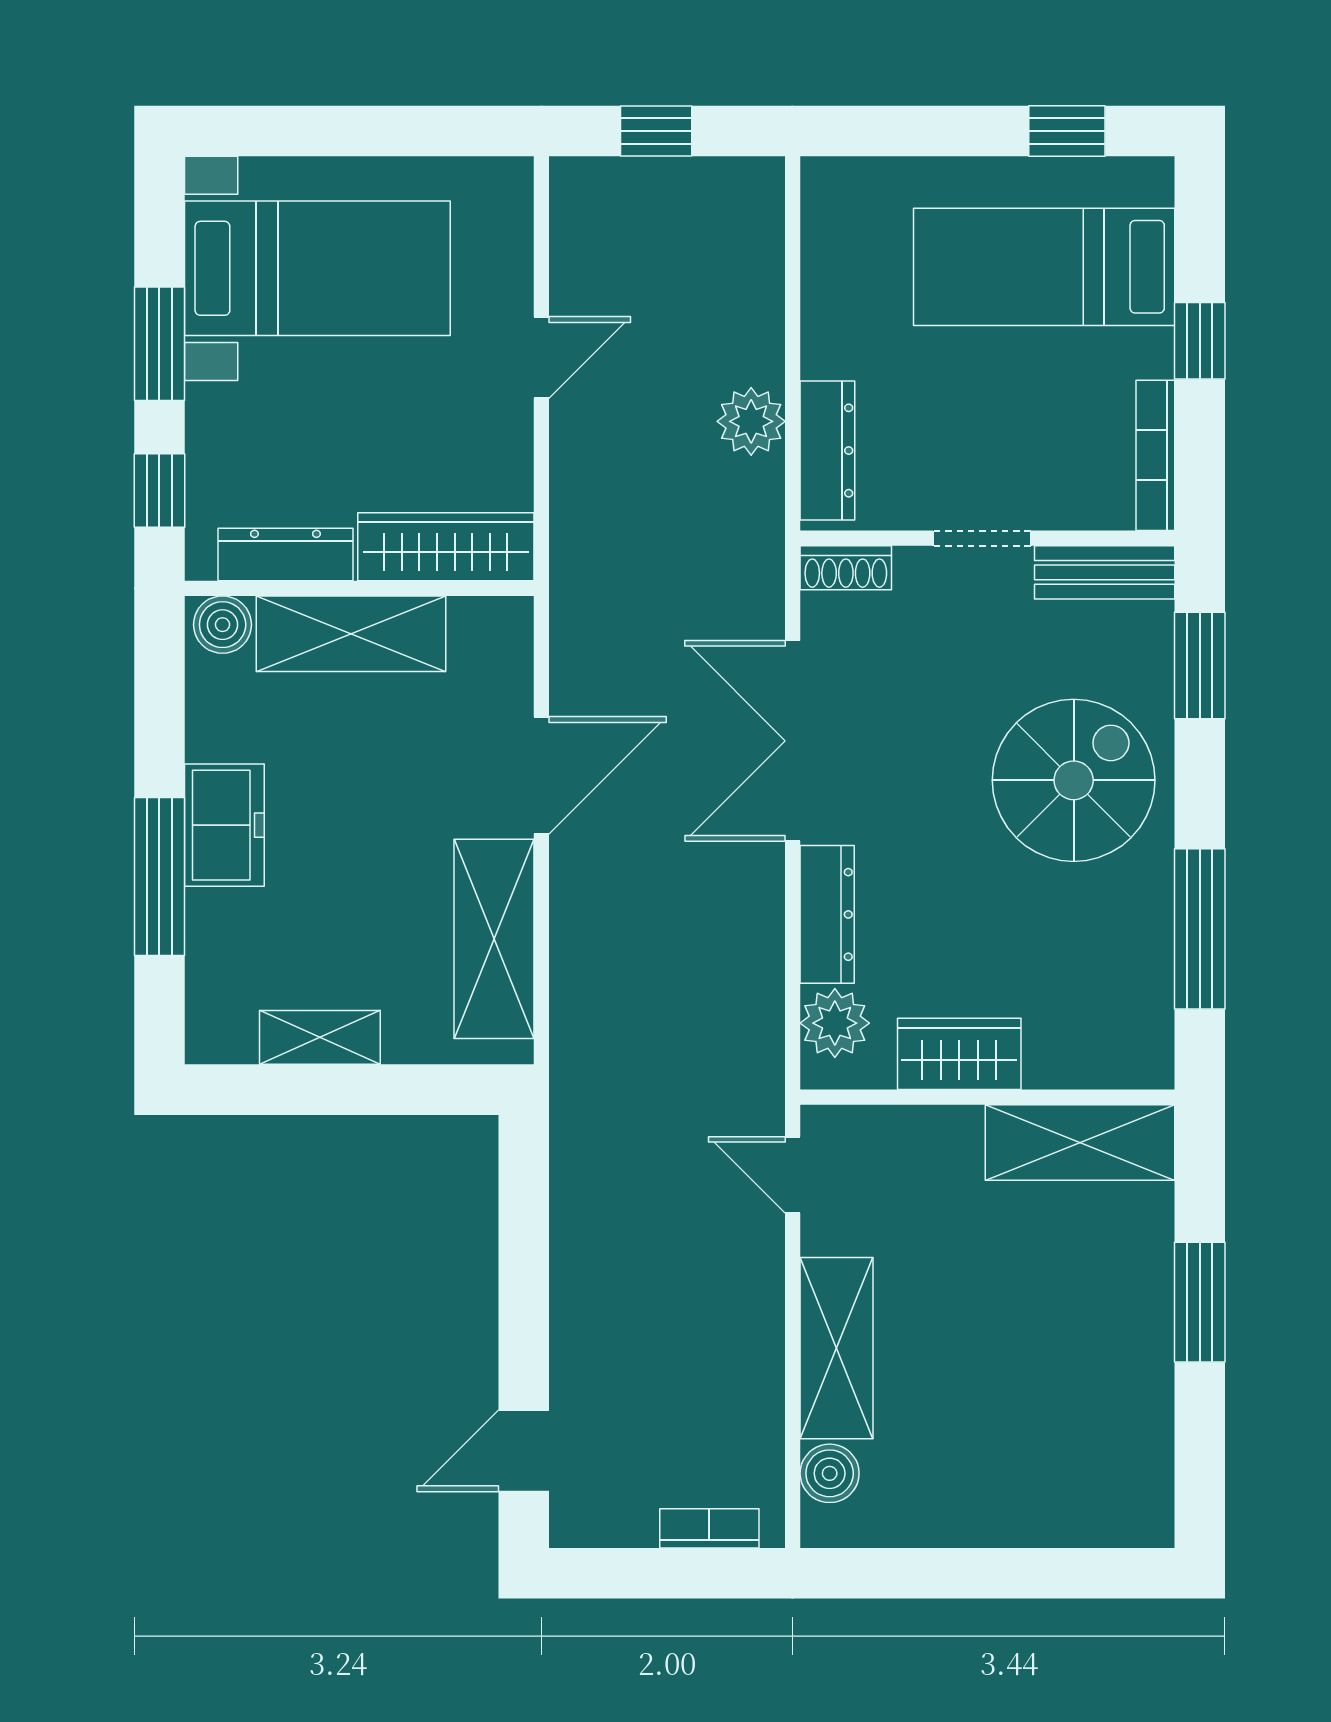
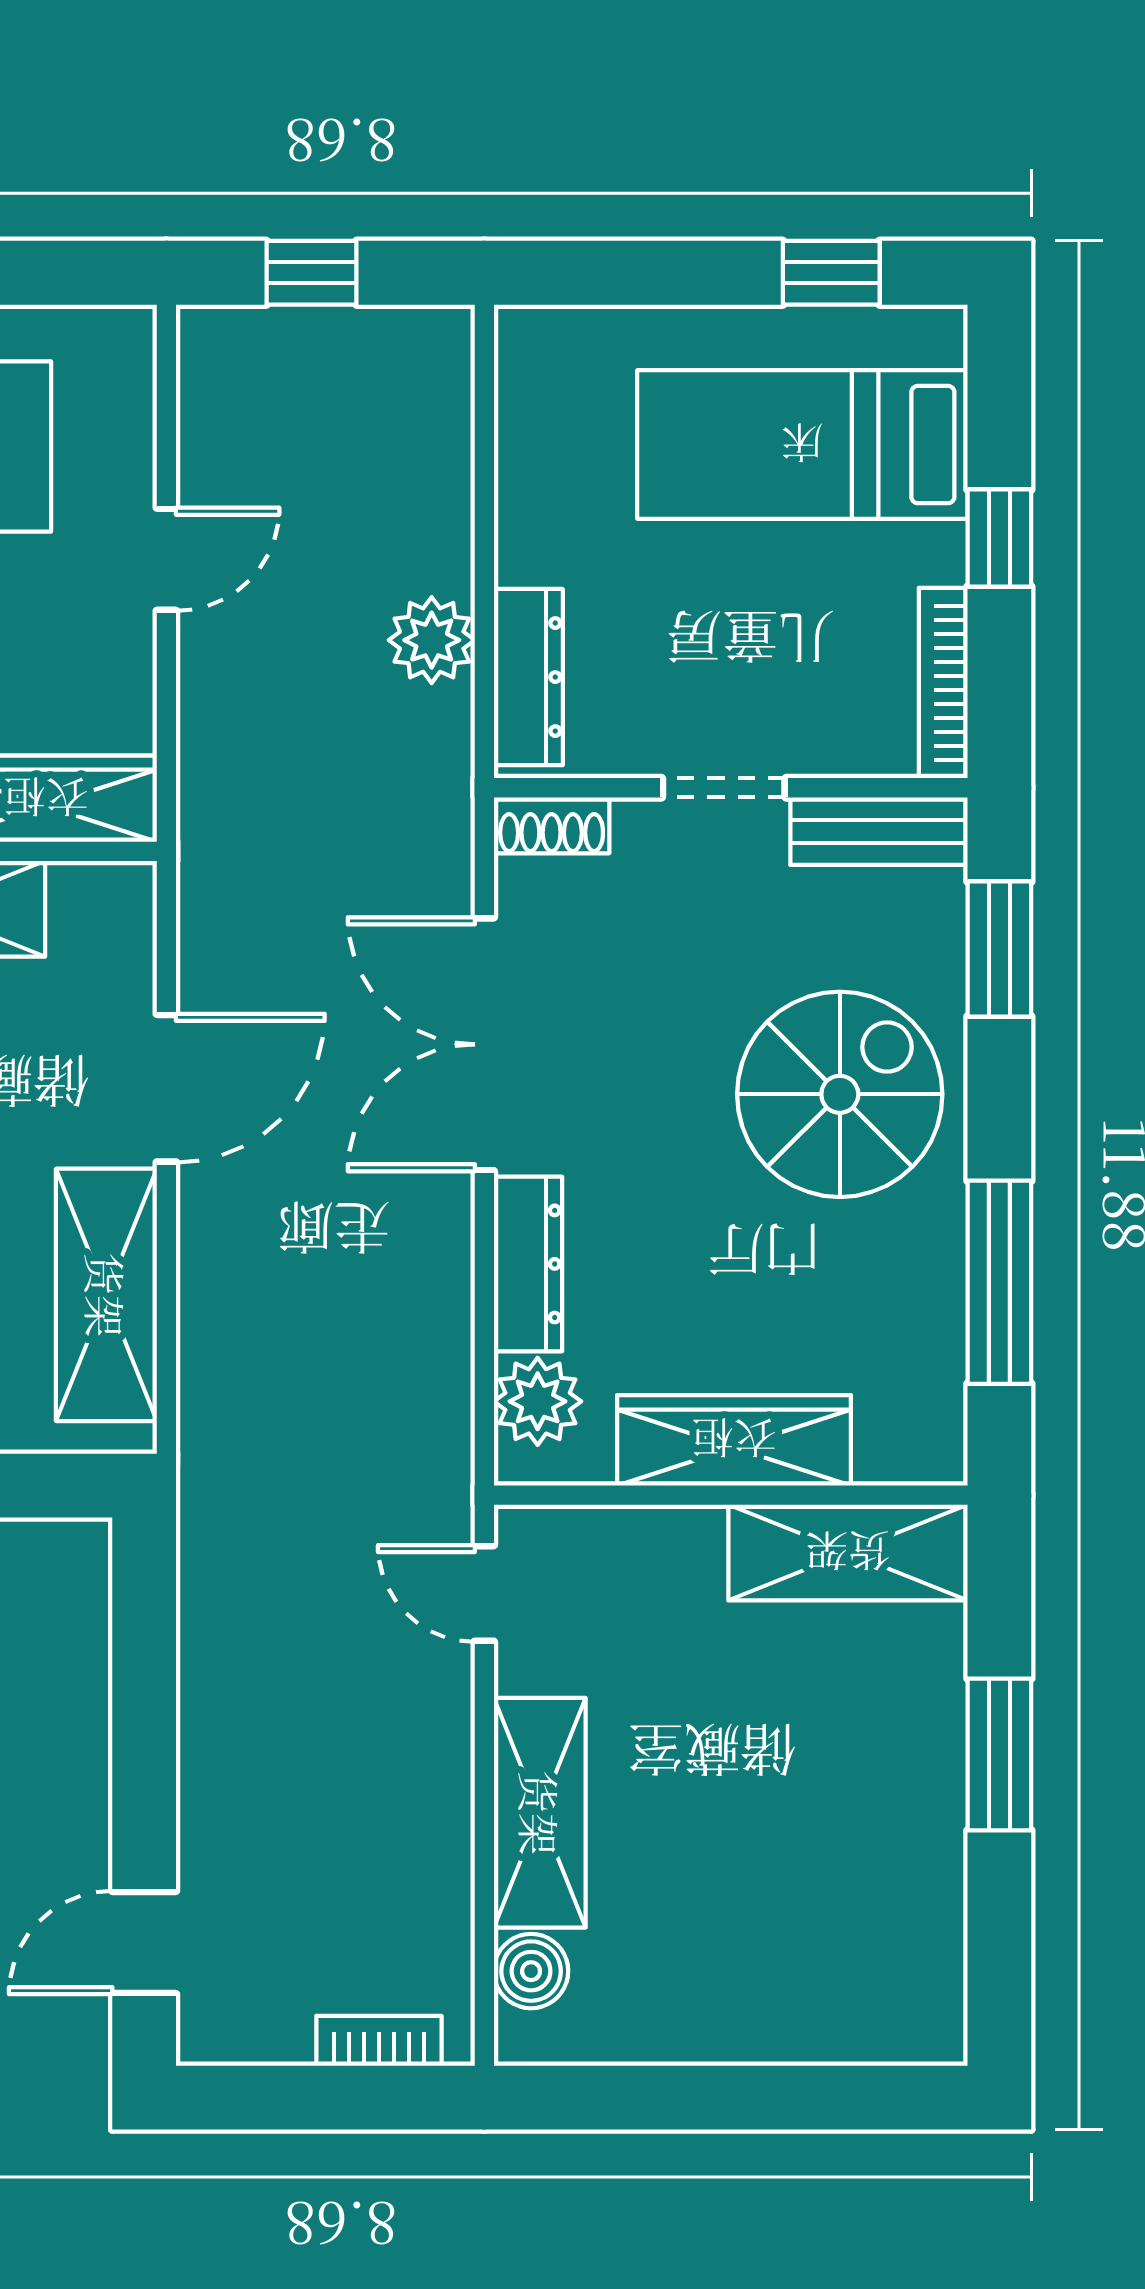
wardrobe: (959, 1054) -> (734, 1440), width x1.50

